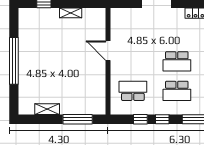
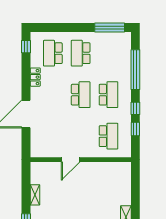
school desk: (133, 91) -> (108, 136), turned 180
window: (78, 119) -> (135, 188), removed

